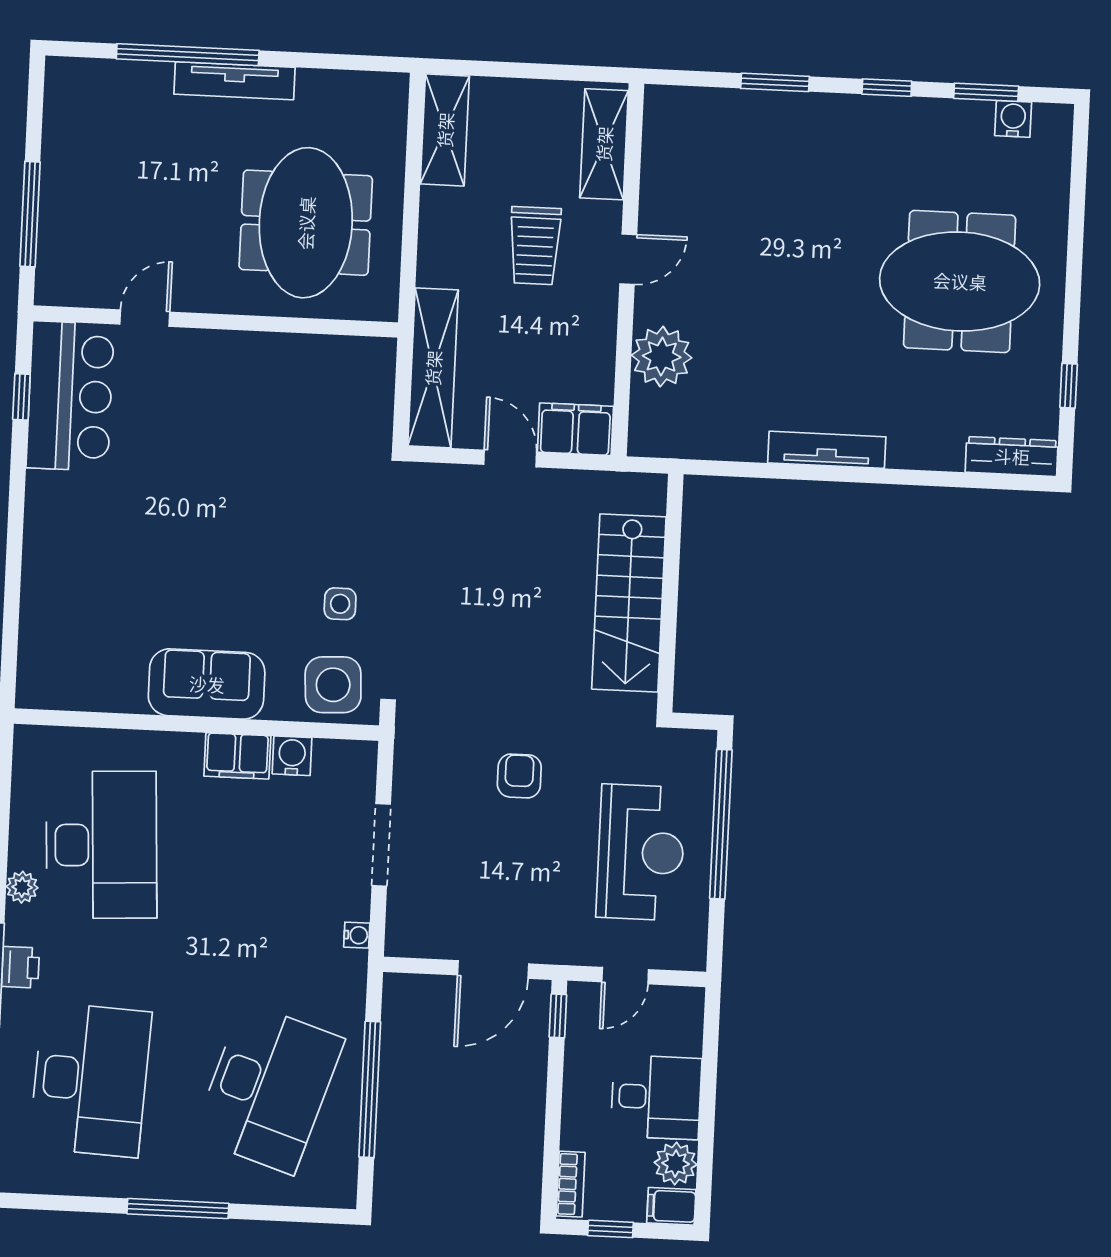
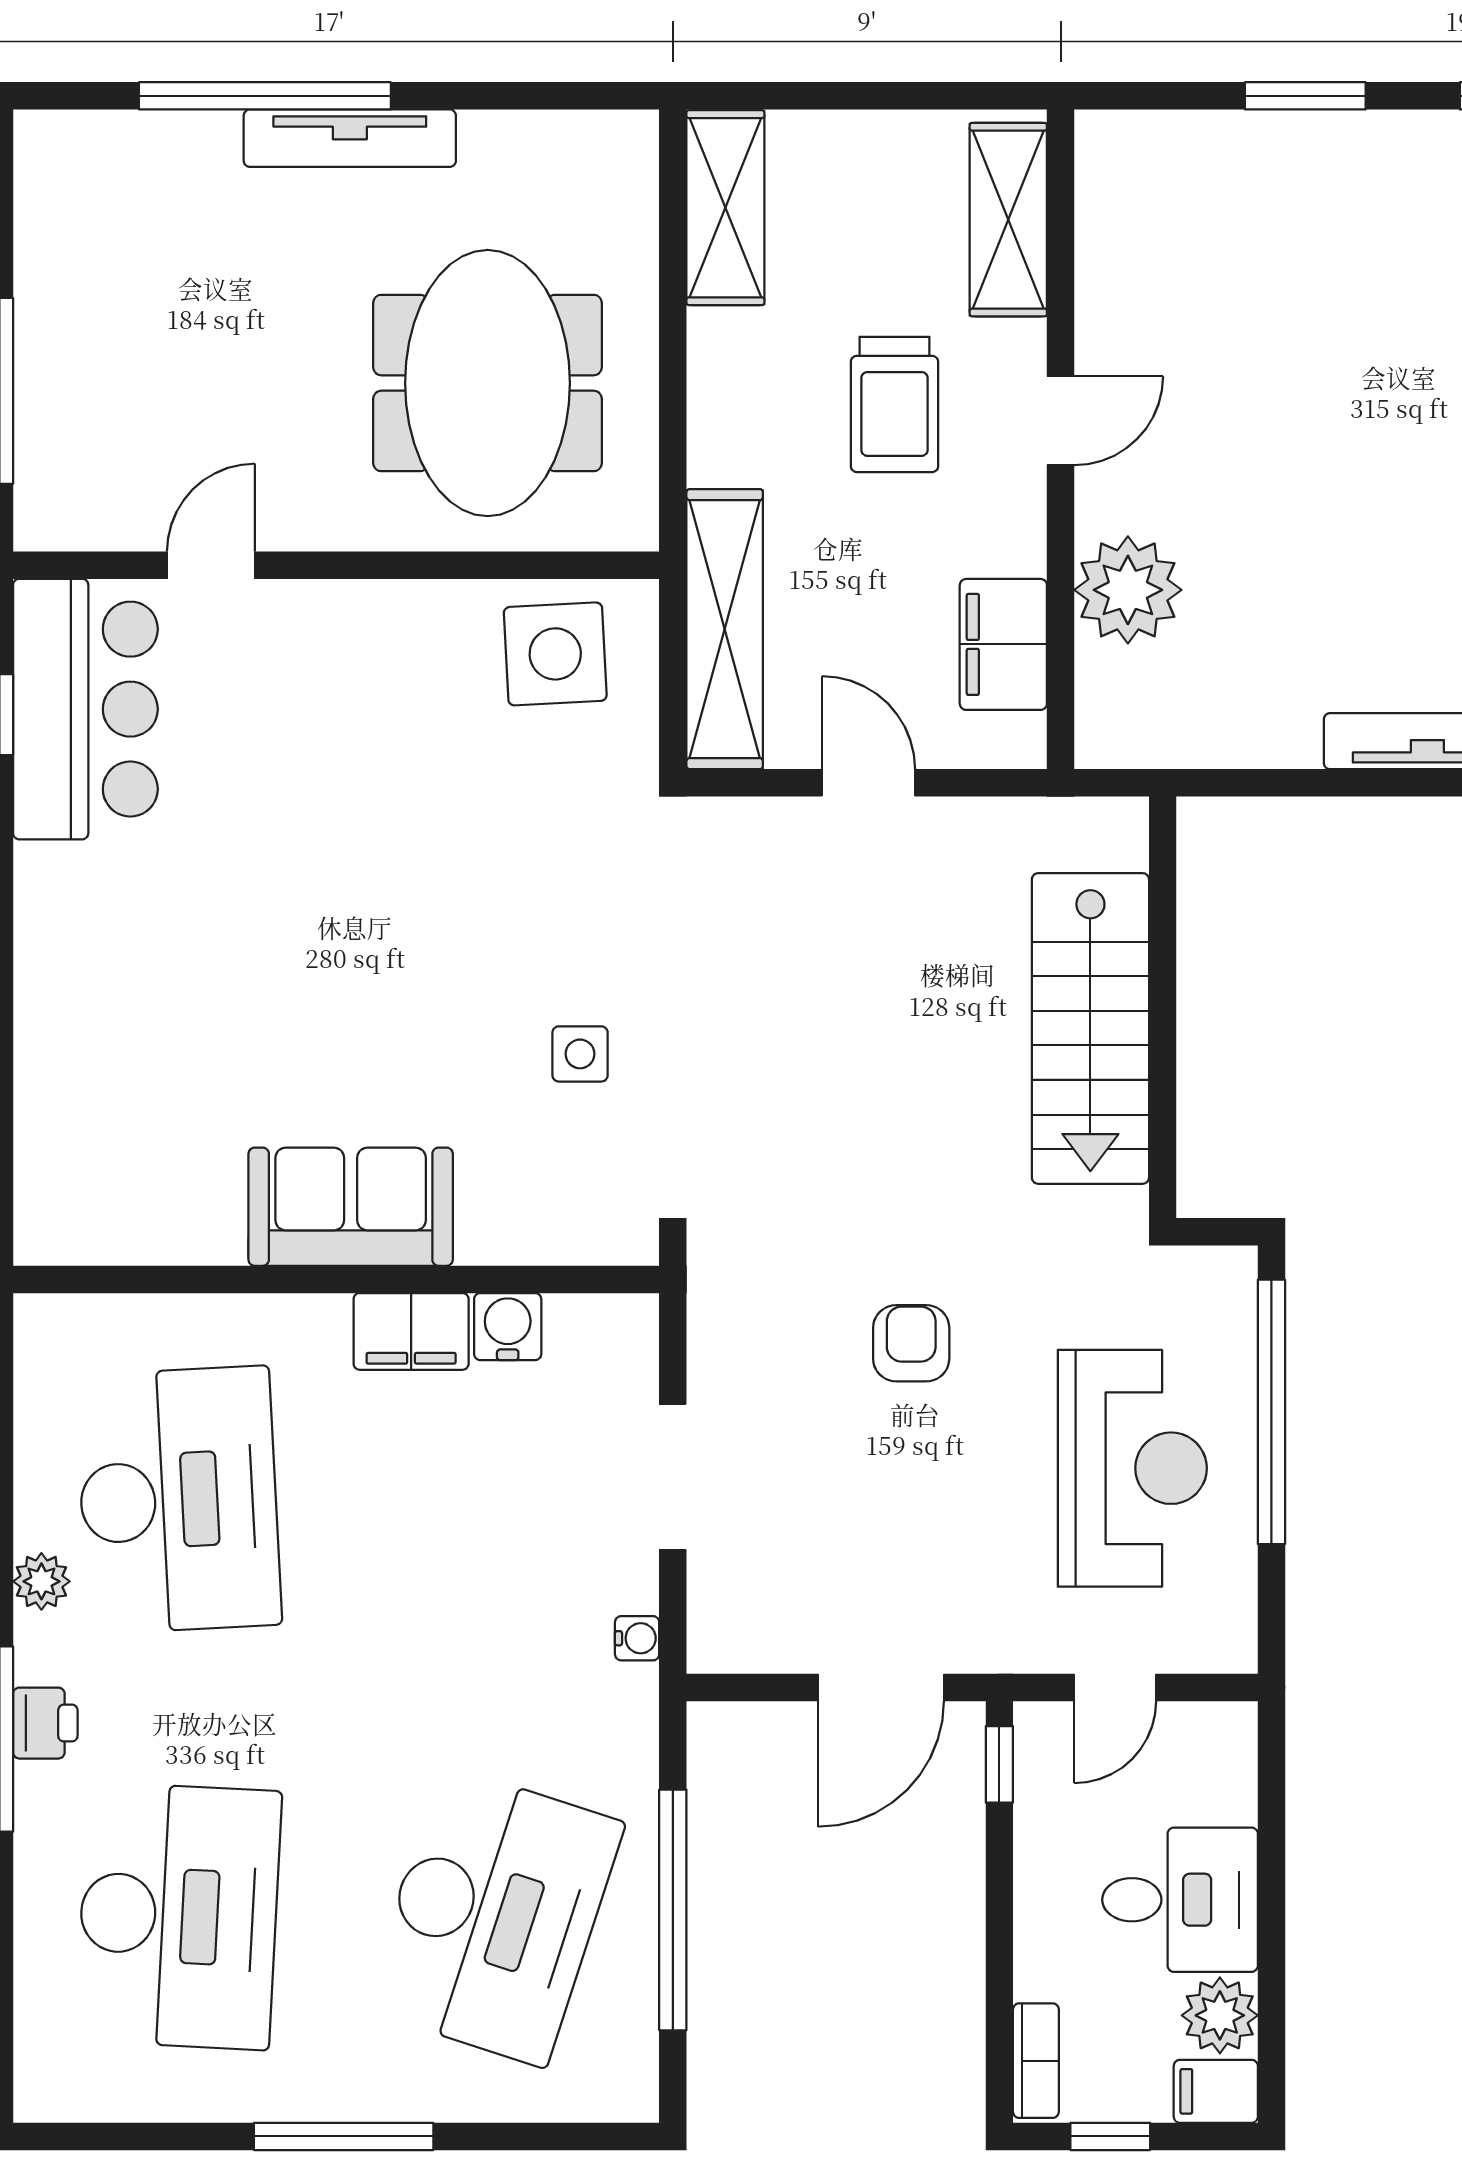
filing cabinet: (575, 429) -> (1003, 644), moved, turned -90
side table: (333, 685) -> (555, 654), moved

